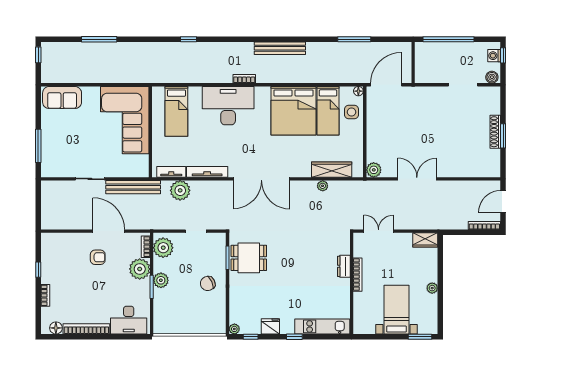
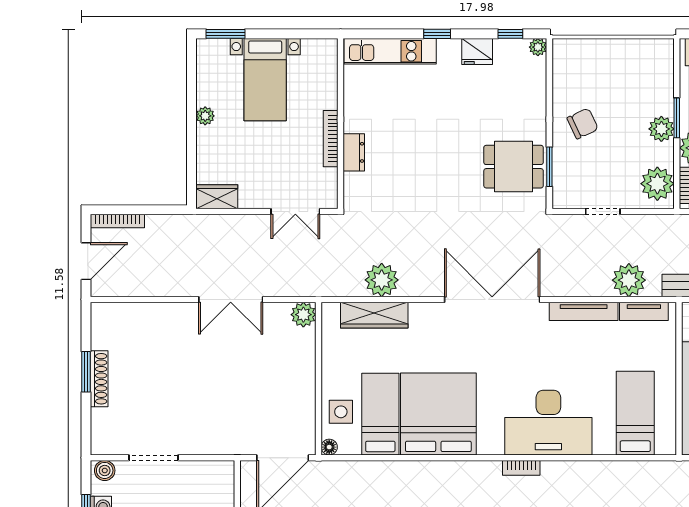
plant: (323, 186) -> (382, 280), width x1.87, depth x1.87

